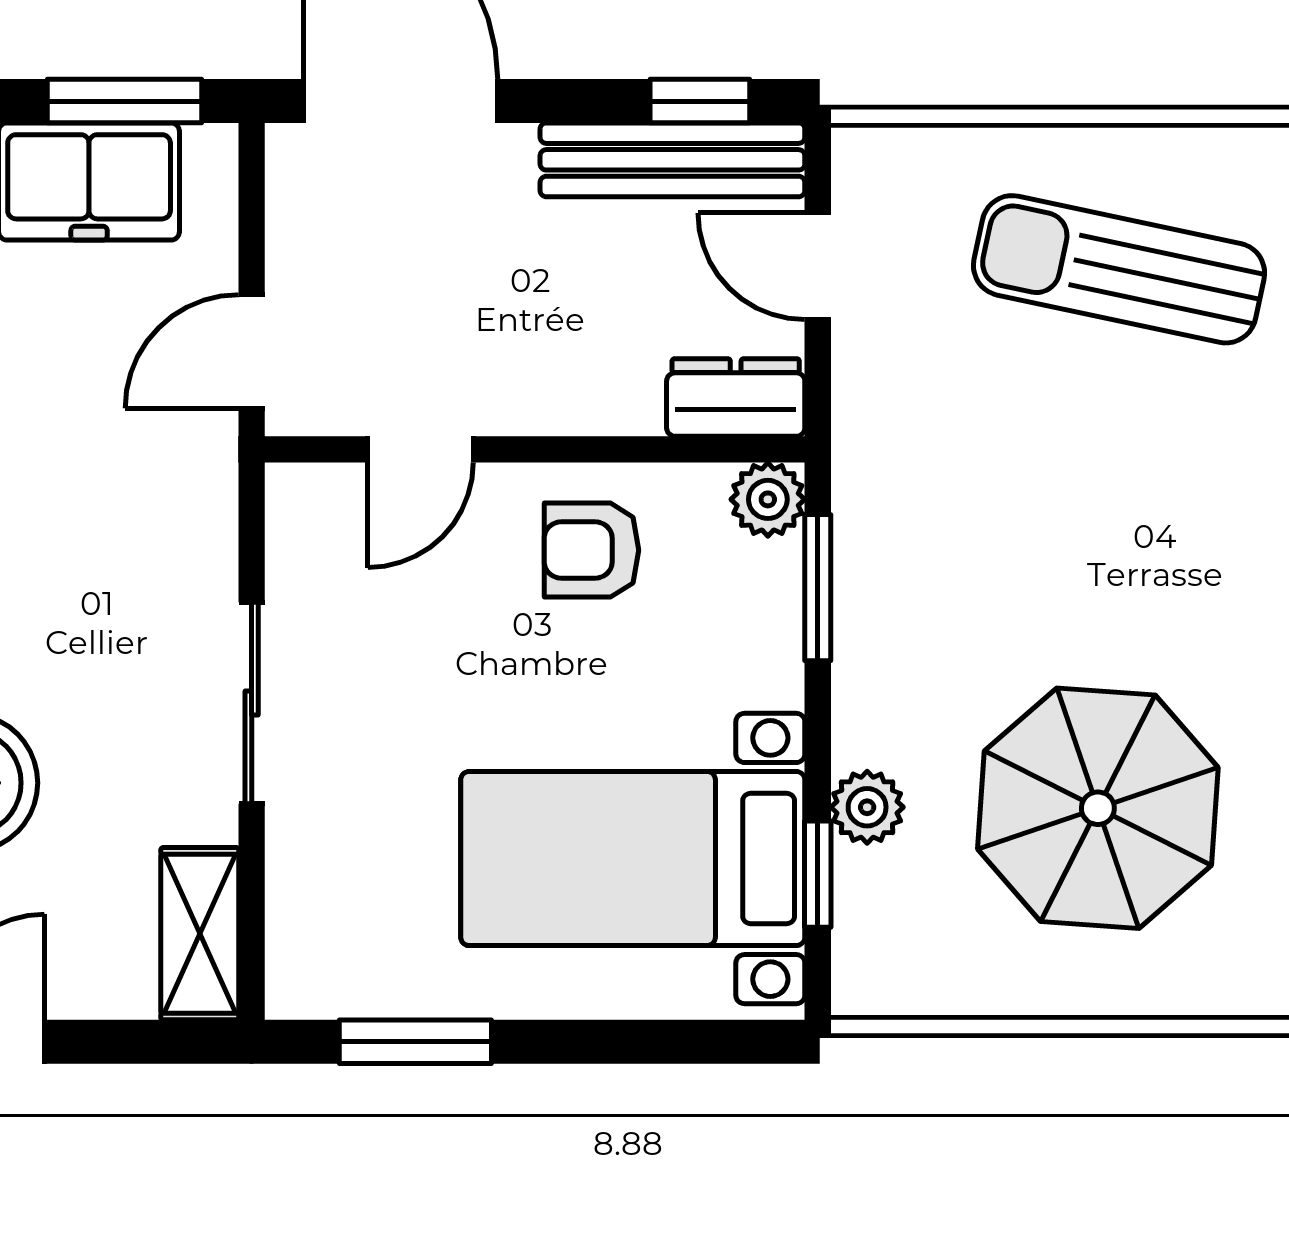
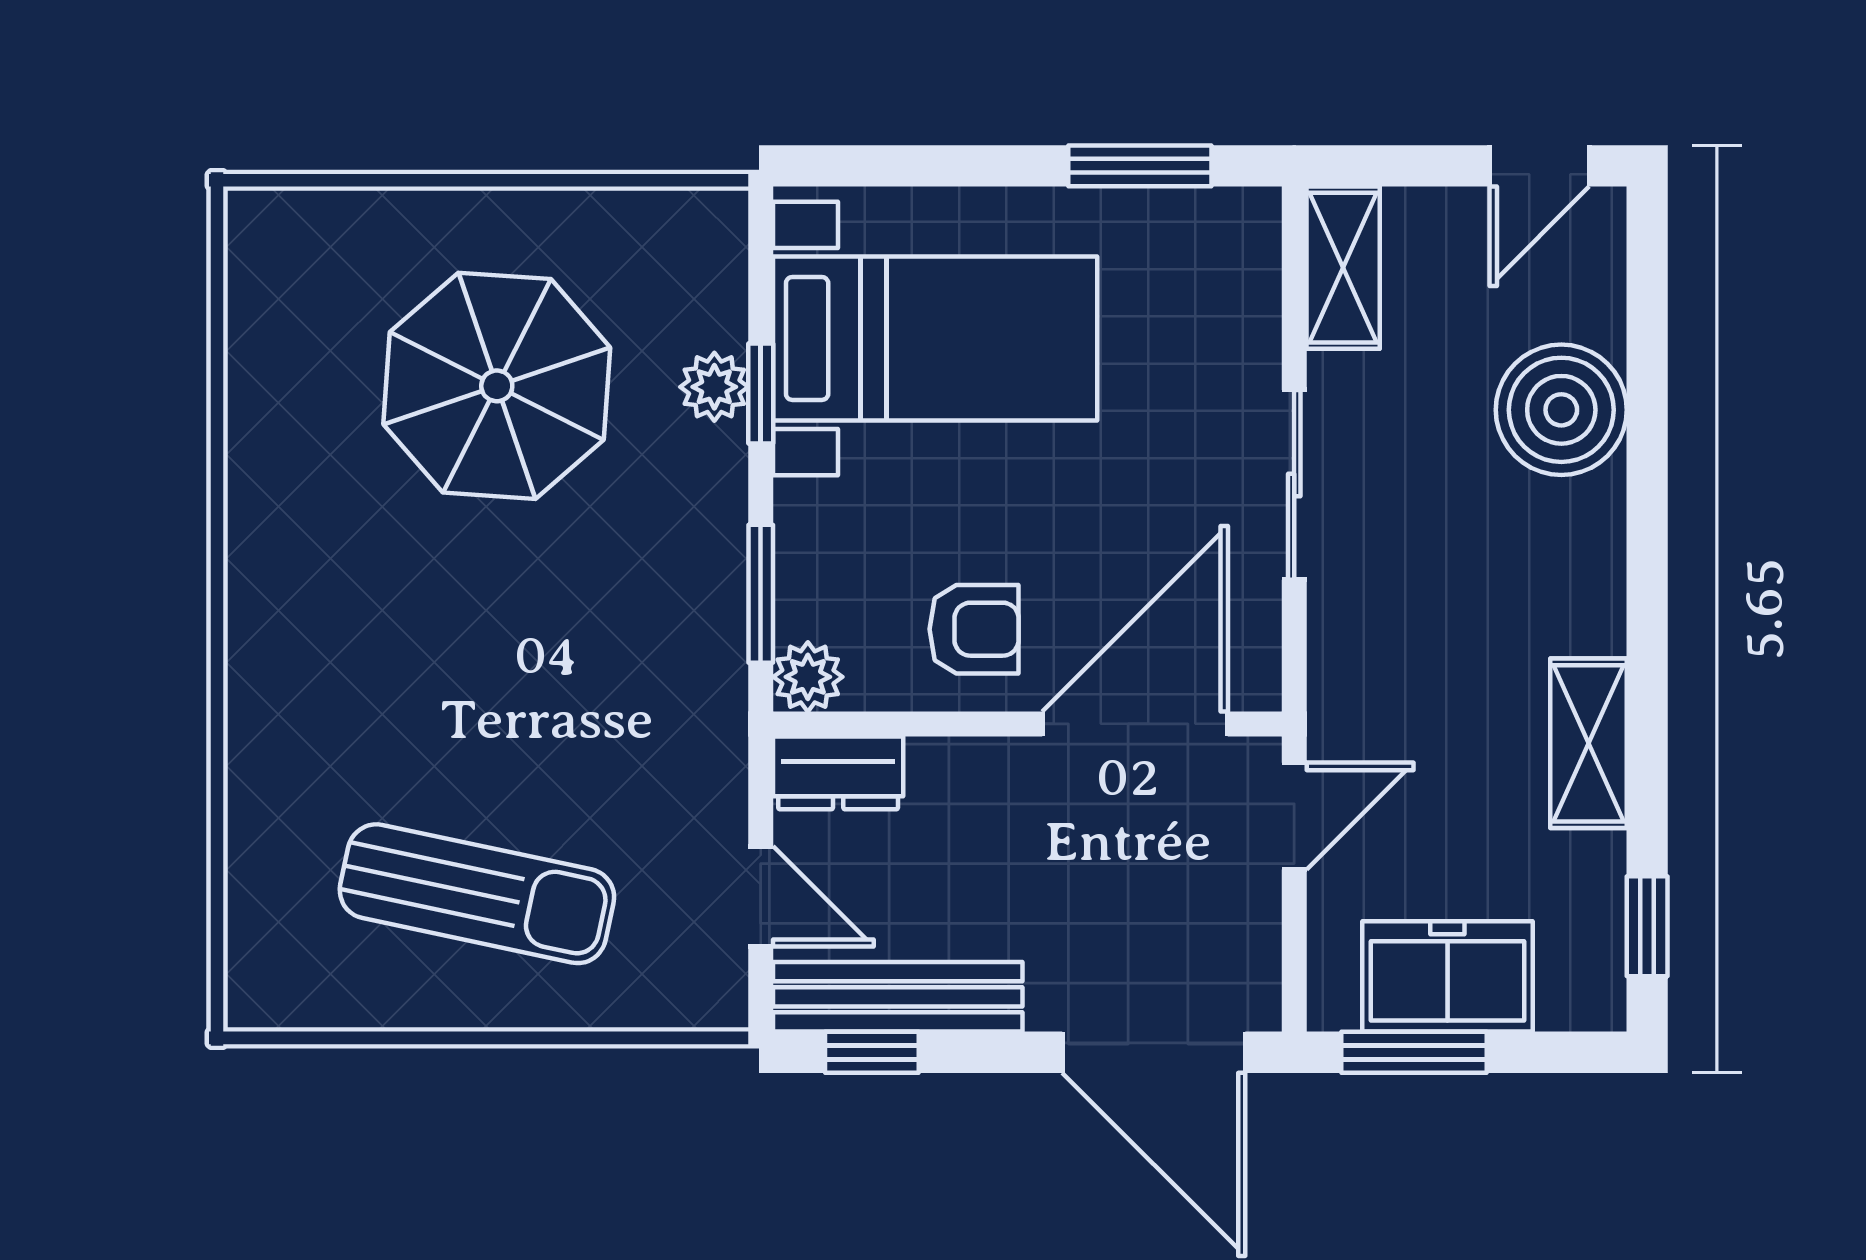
door: (421, 449) -> (1135, 724), width x1.88
window: (818, 874) -> (761, 393), moved

